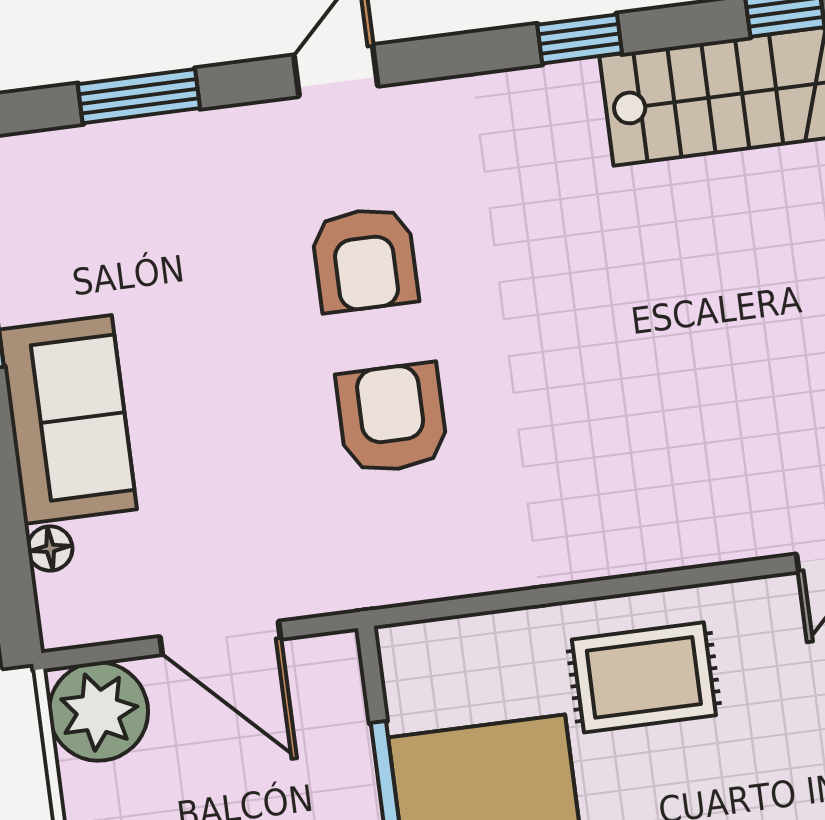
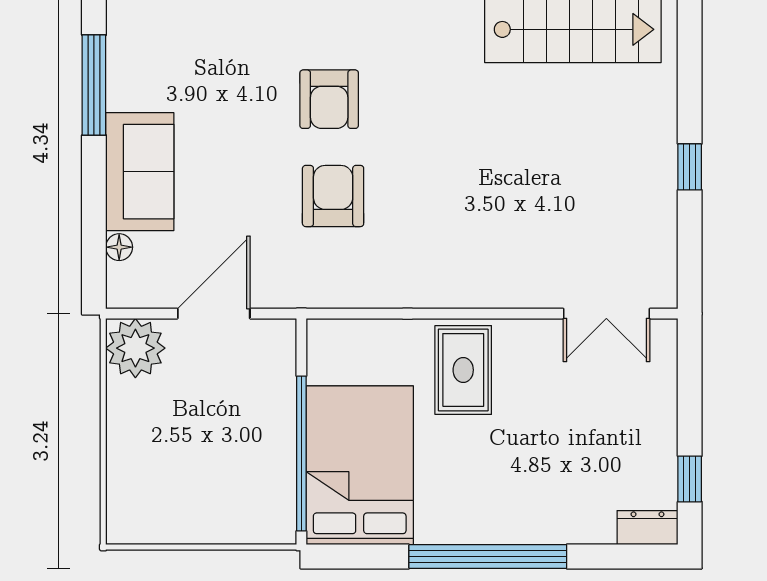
door: (220, 638) -> (214, 314), swing flipped
rug: (644, 677) -> (463, 370), turned 90

